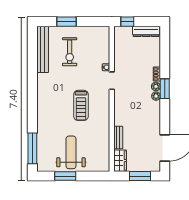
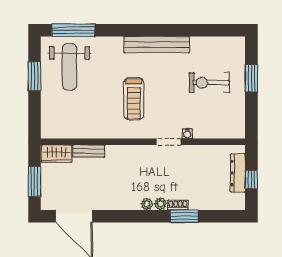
window: (127, 22) -> (251, 180), moved
dresser: (146, 31) -> (238, 173), moved
bench: (43, 49) -> (157, 45), moved
window: (165, 89) -> (184, 216), moved
treadmill: (81, 105) -> (134, 99), turned -90
weight bench: (71, 152) -> (69, 67), moved, turned 90

